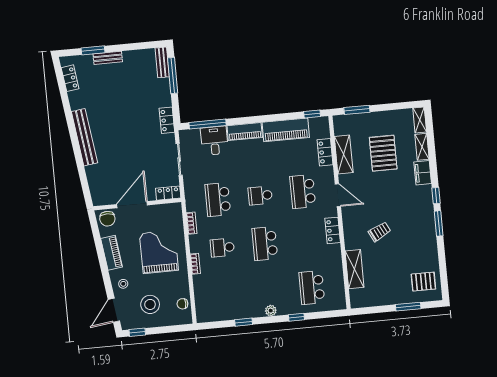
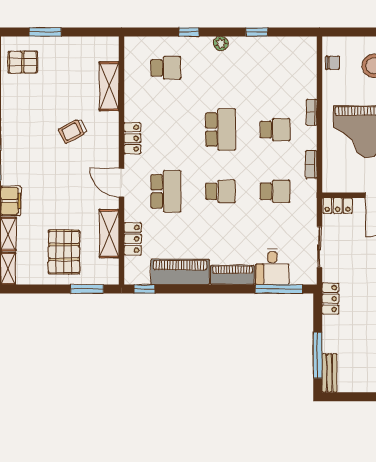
pallet: (383, 153) -> (64, 252), moved
school desk: (218, 200) -> (275, 191), width x0.54
school desk: (312, 288) -> (166, 68), width x0.54

